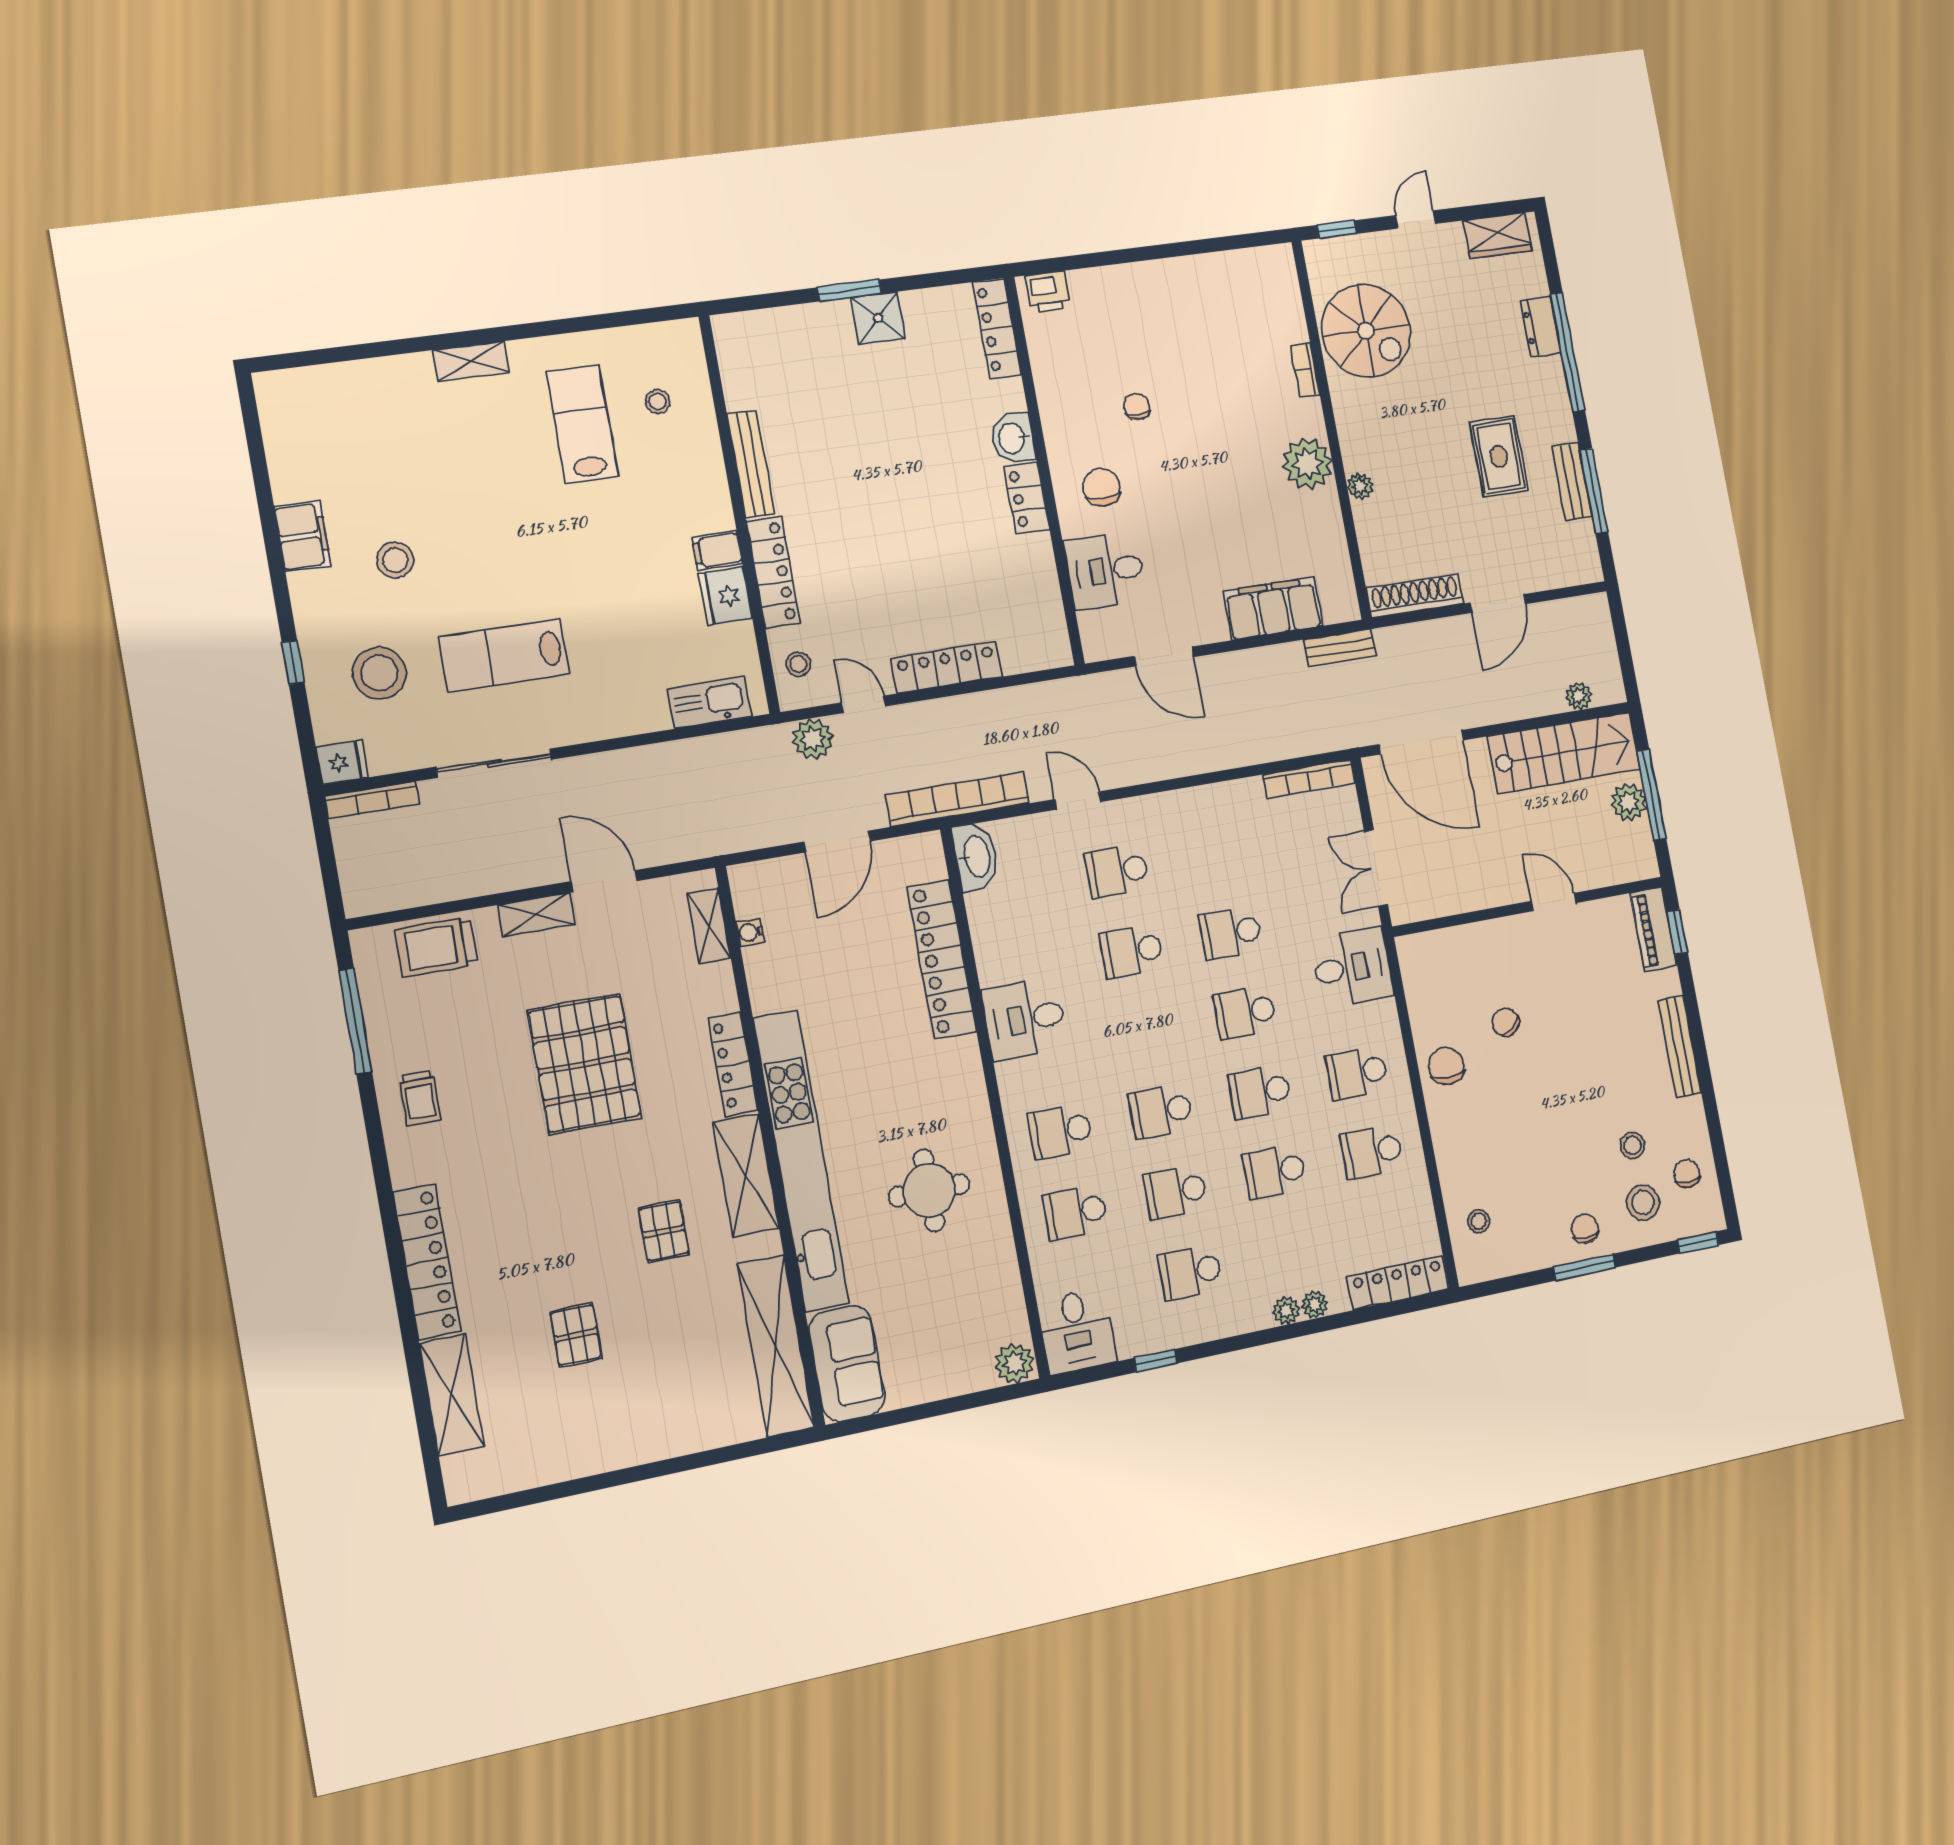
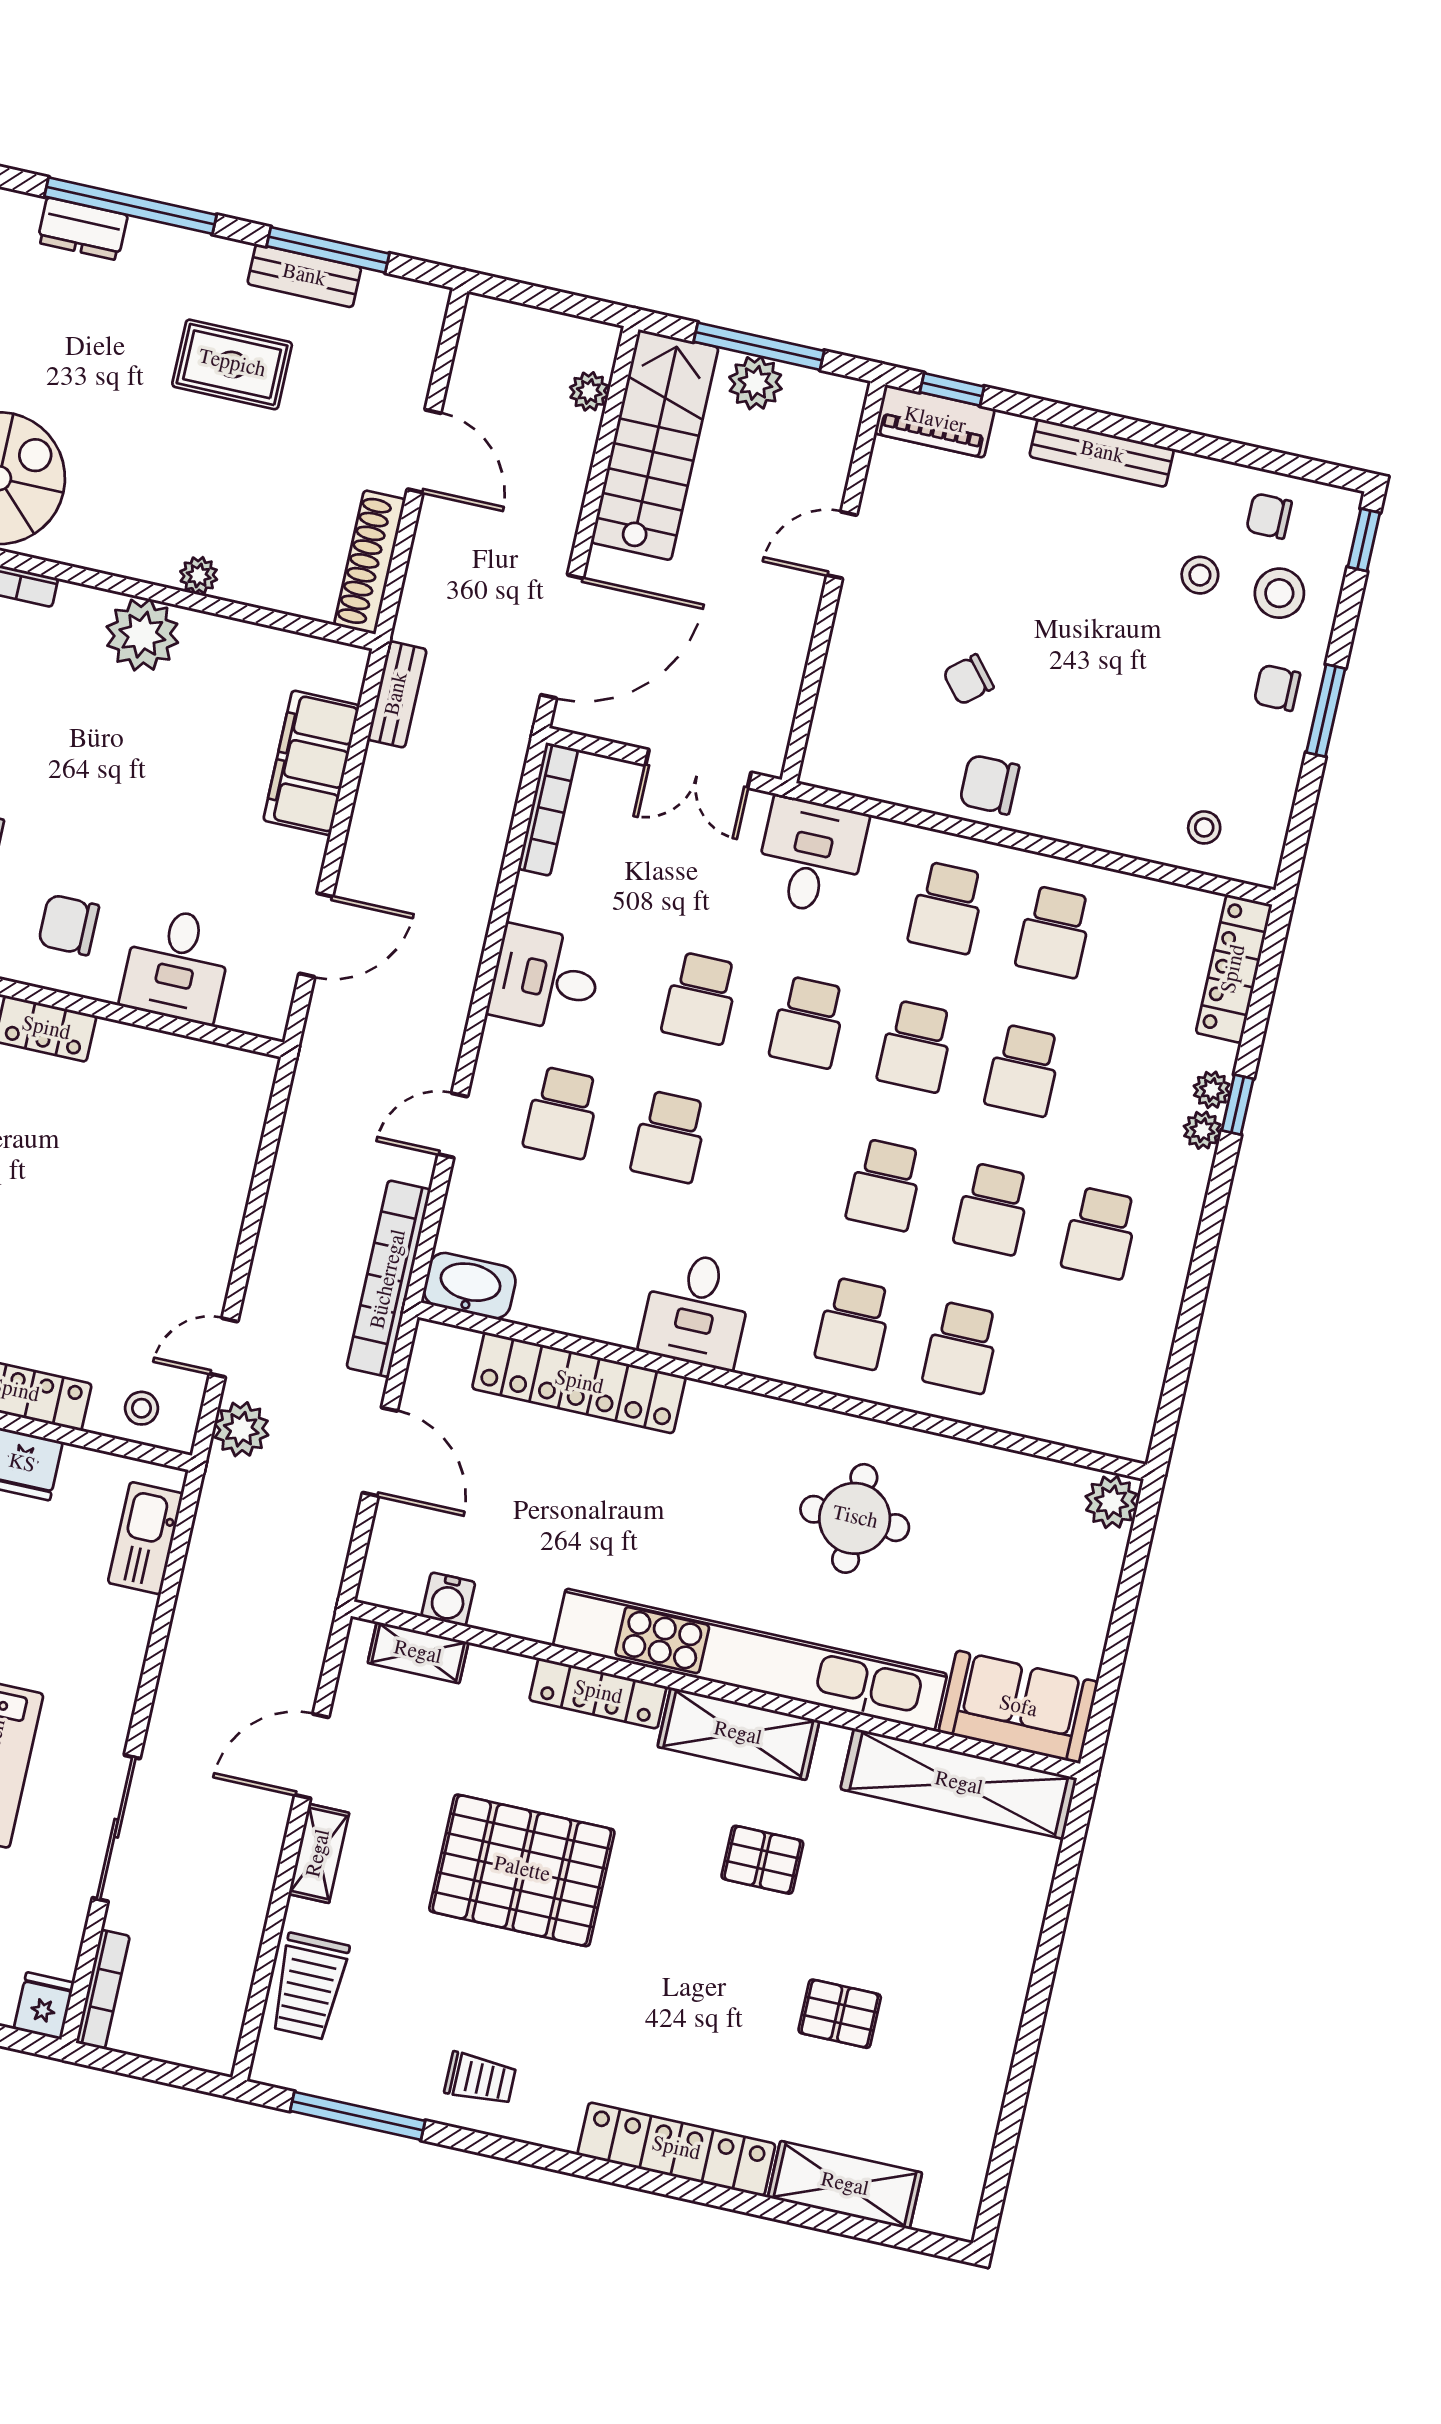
locker: (946, 668) -> (219, 1223), removed
water cooler: (750, 932) -> (448, 1599), width x1.38, depth x1.38
desk: (1077, 1331) -> (545, 979), moved, turned 180
window: (1156, 1361) -> (1238, 1105), moved

